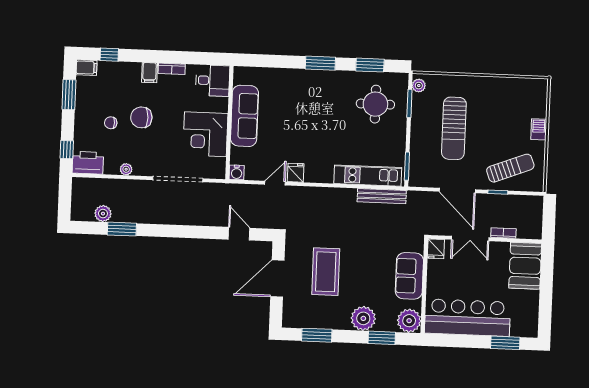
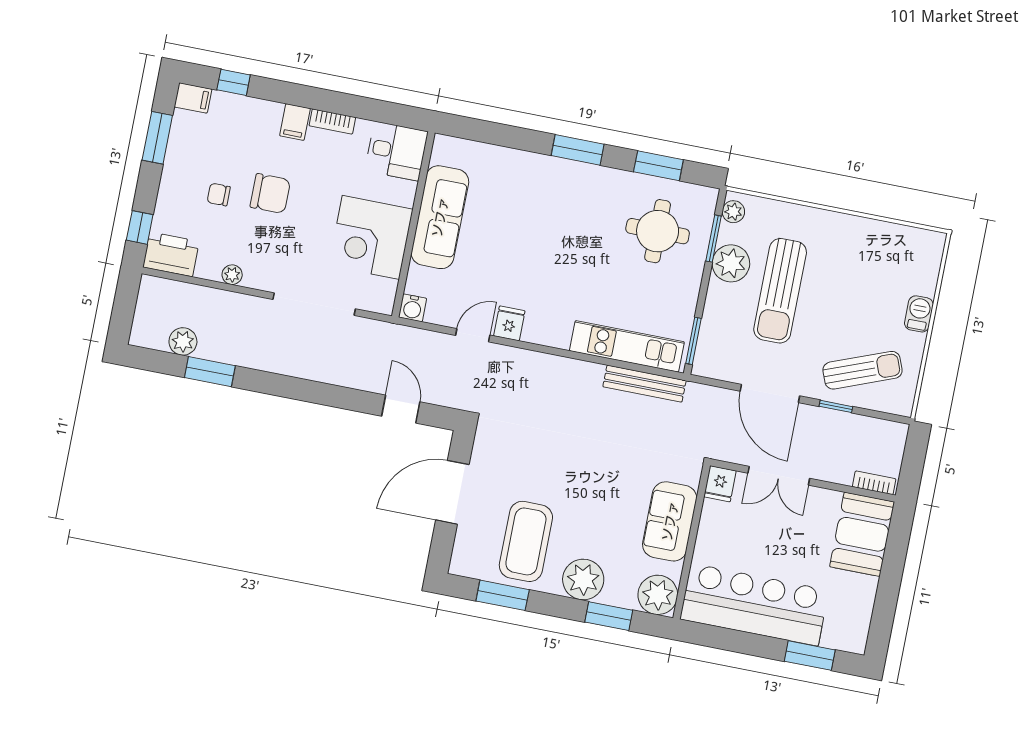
chair: (141, 117) -> (270, 194), turned 180
plant: (422, 117) -> (731, 263), added
bookcase: (503, 233) -> (874, 483), moved
coffee table: (326, 272) -> (526, 541), moved

